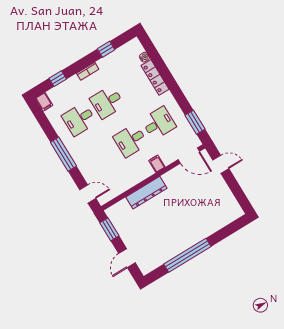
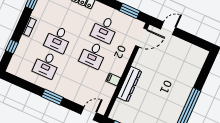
filing cabinet: (44, 102) -> (13, 69), removed
desk: (159, 123) -> (104, 29), turned 180
window: (63, 154) -> (52, 97), width x0.69
filing cabinet: (157, 164) -> (113, 80), moved

